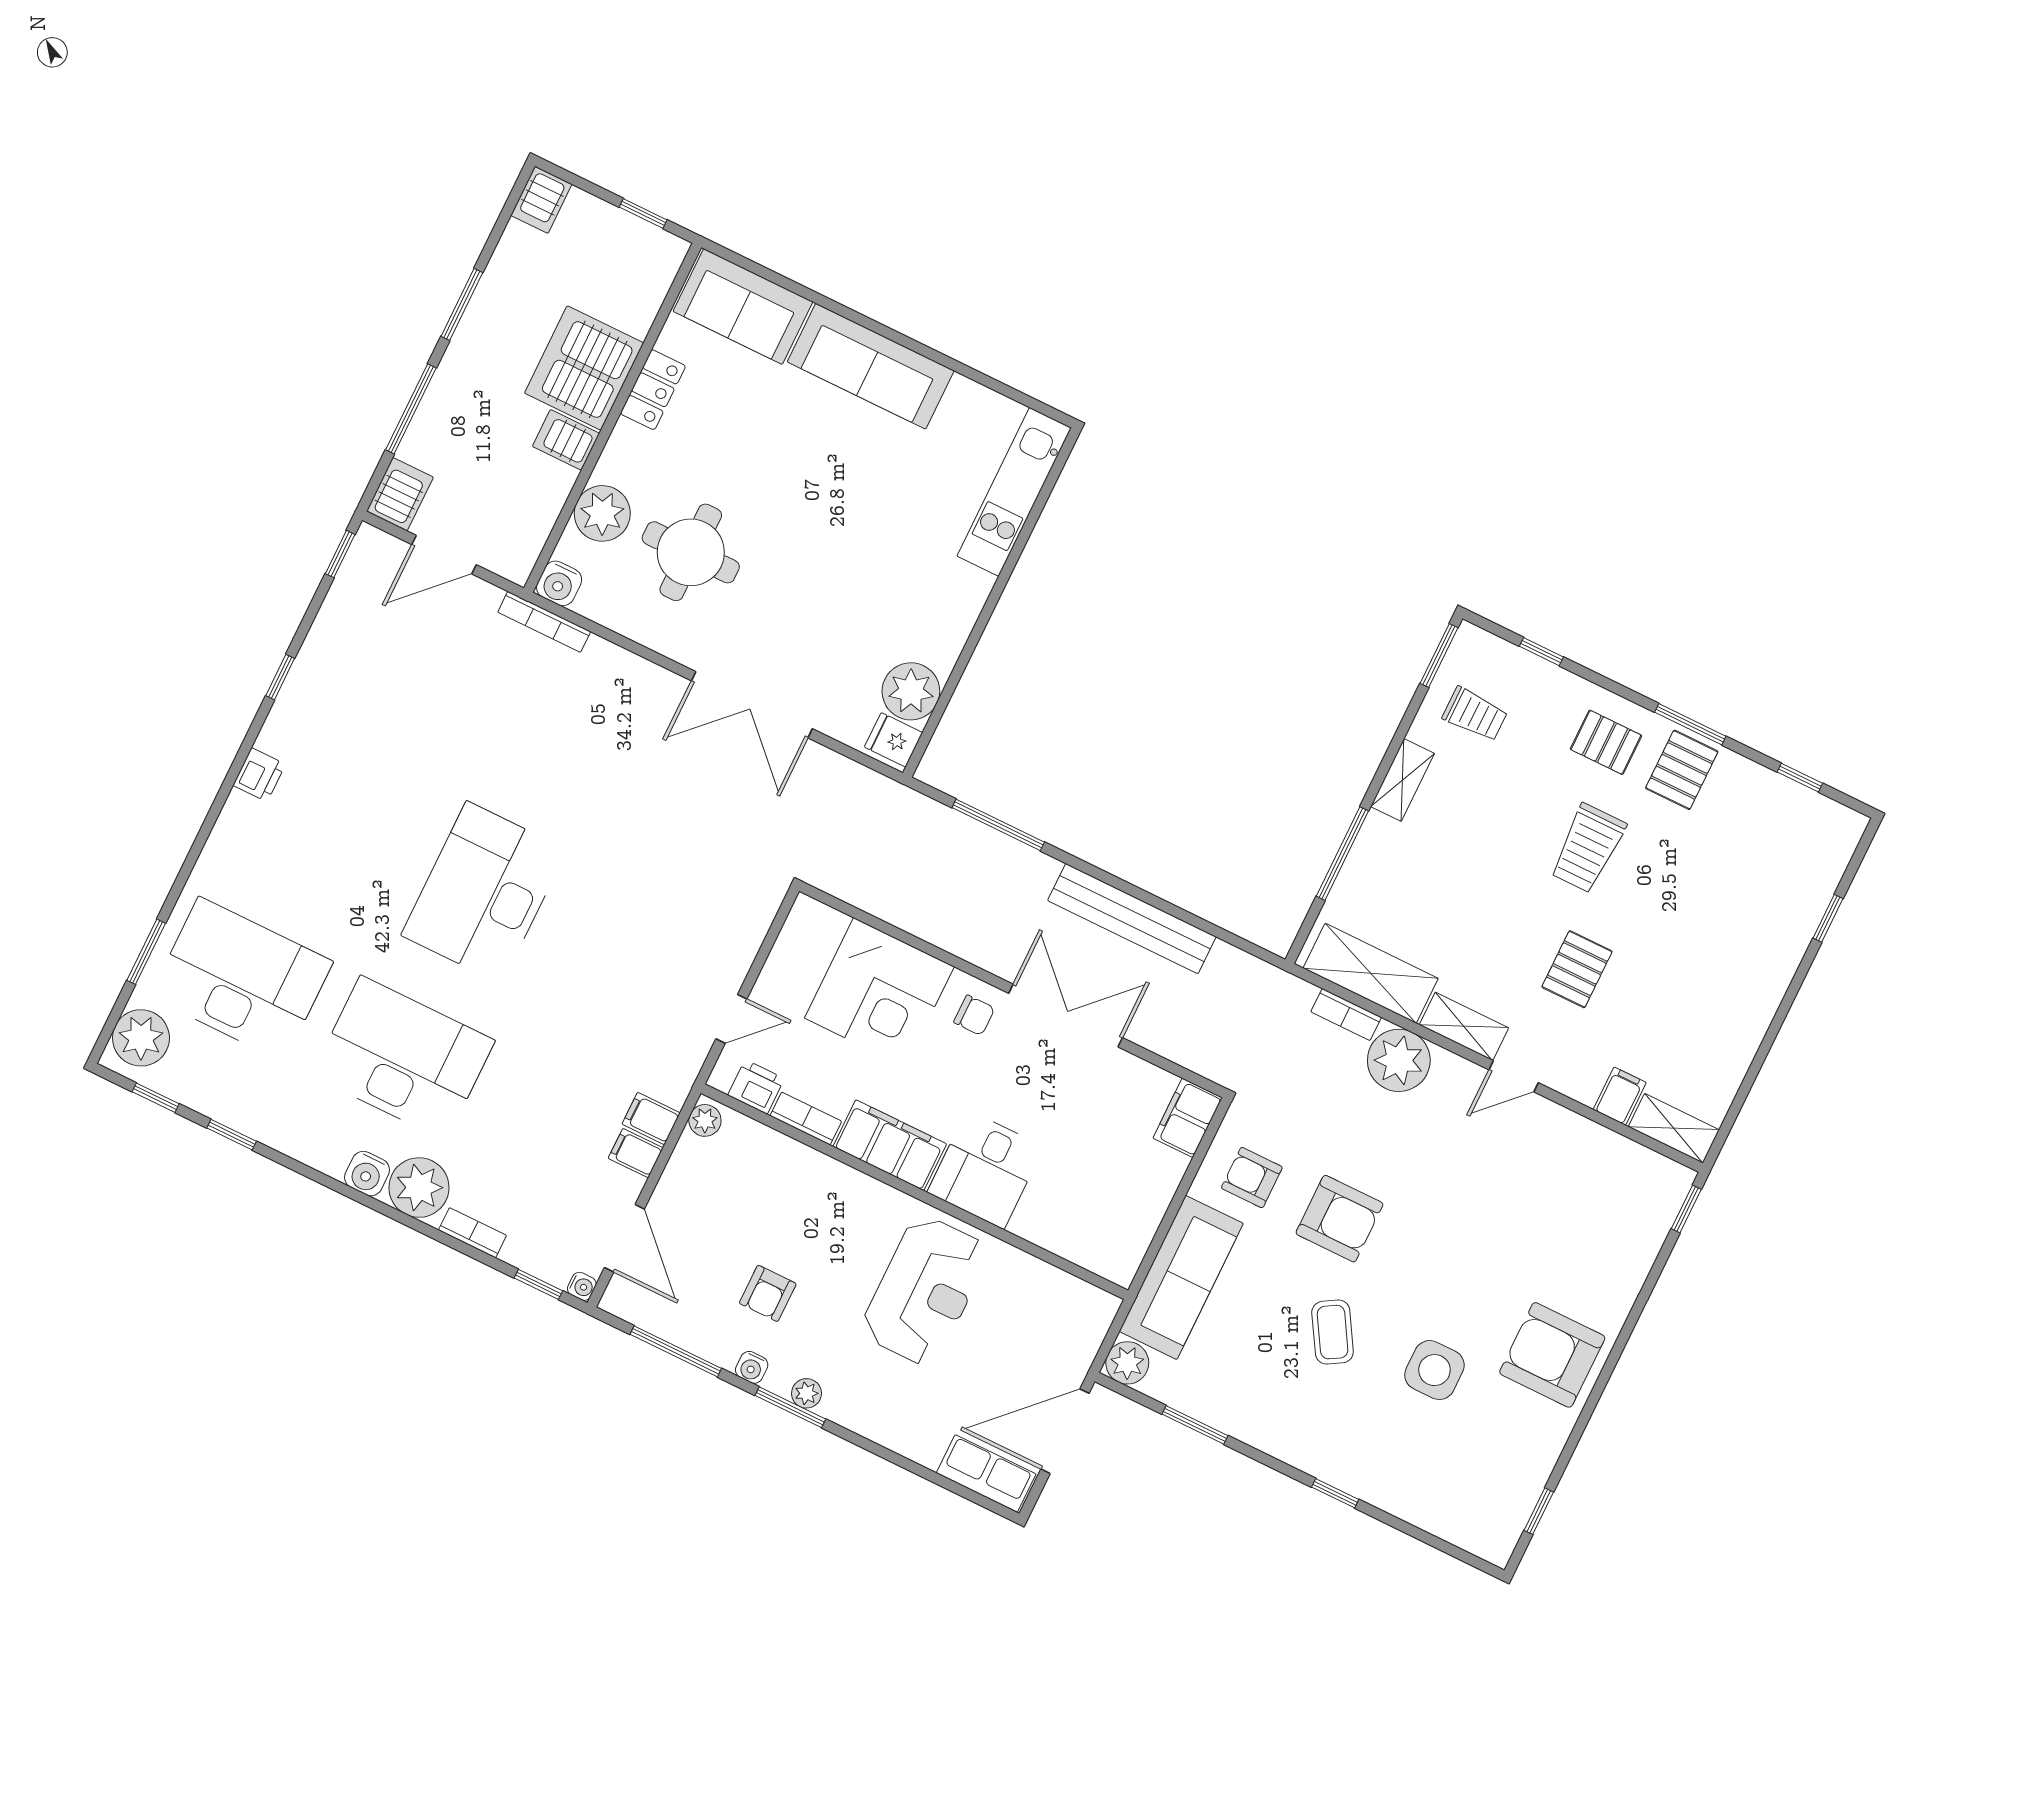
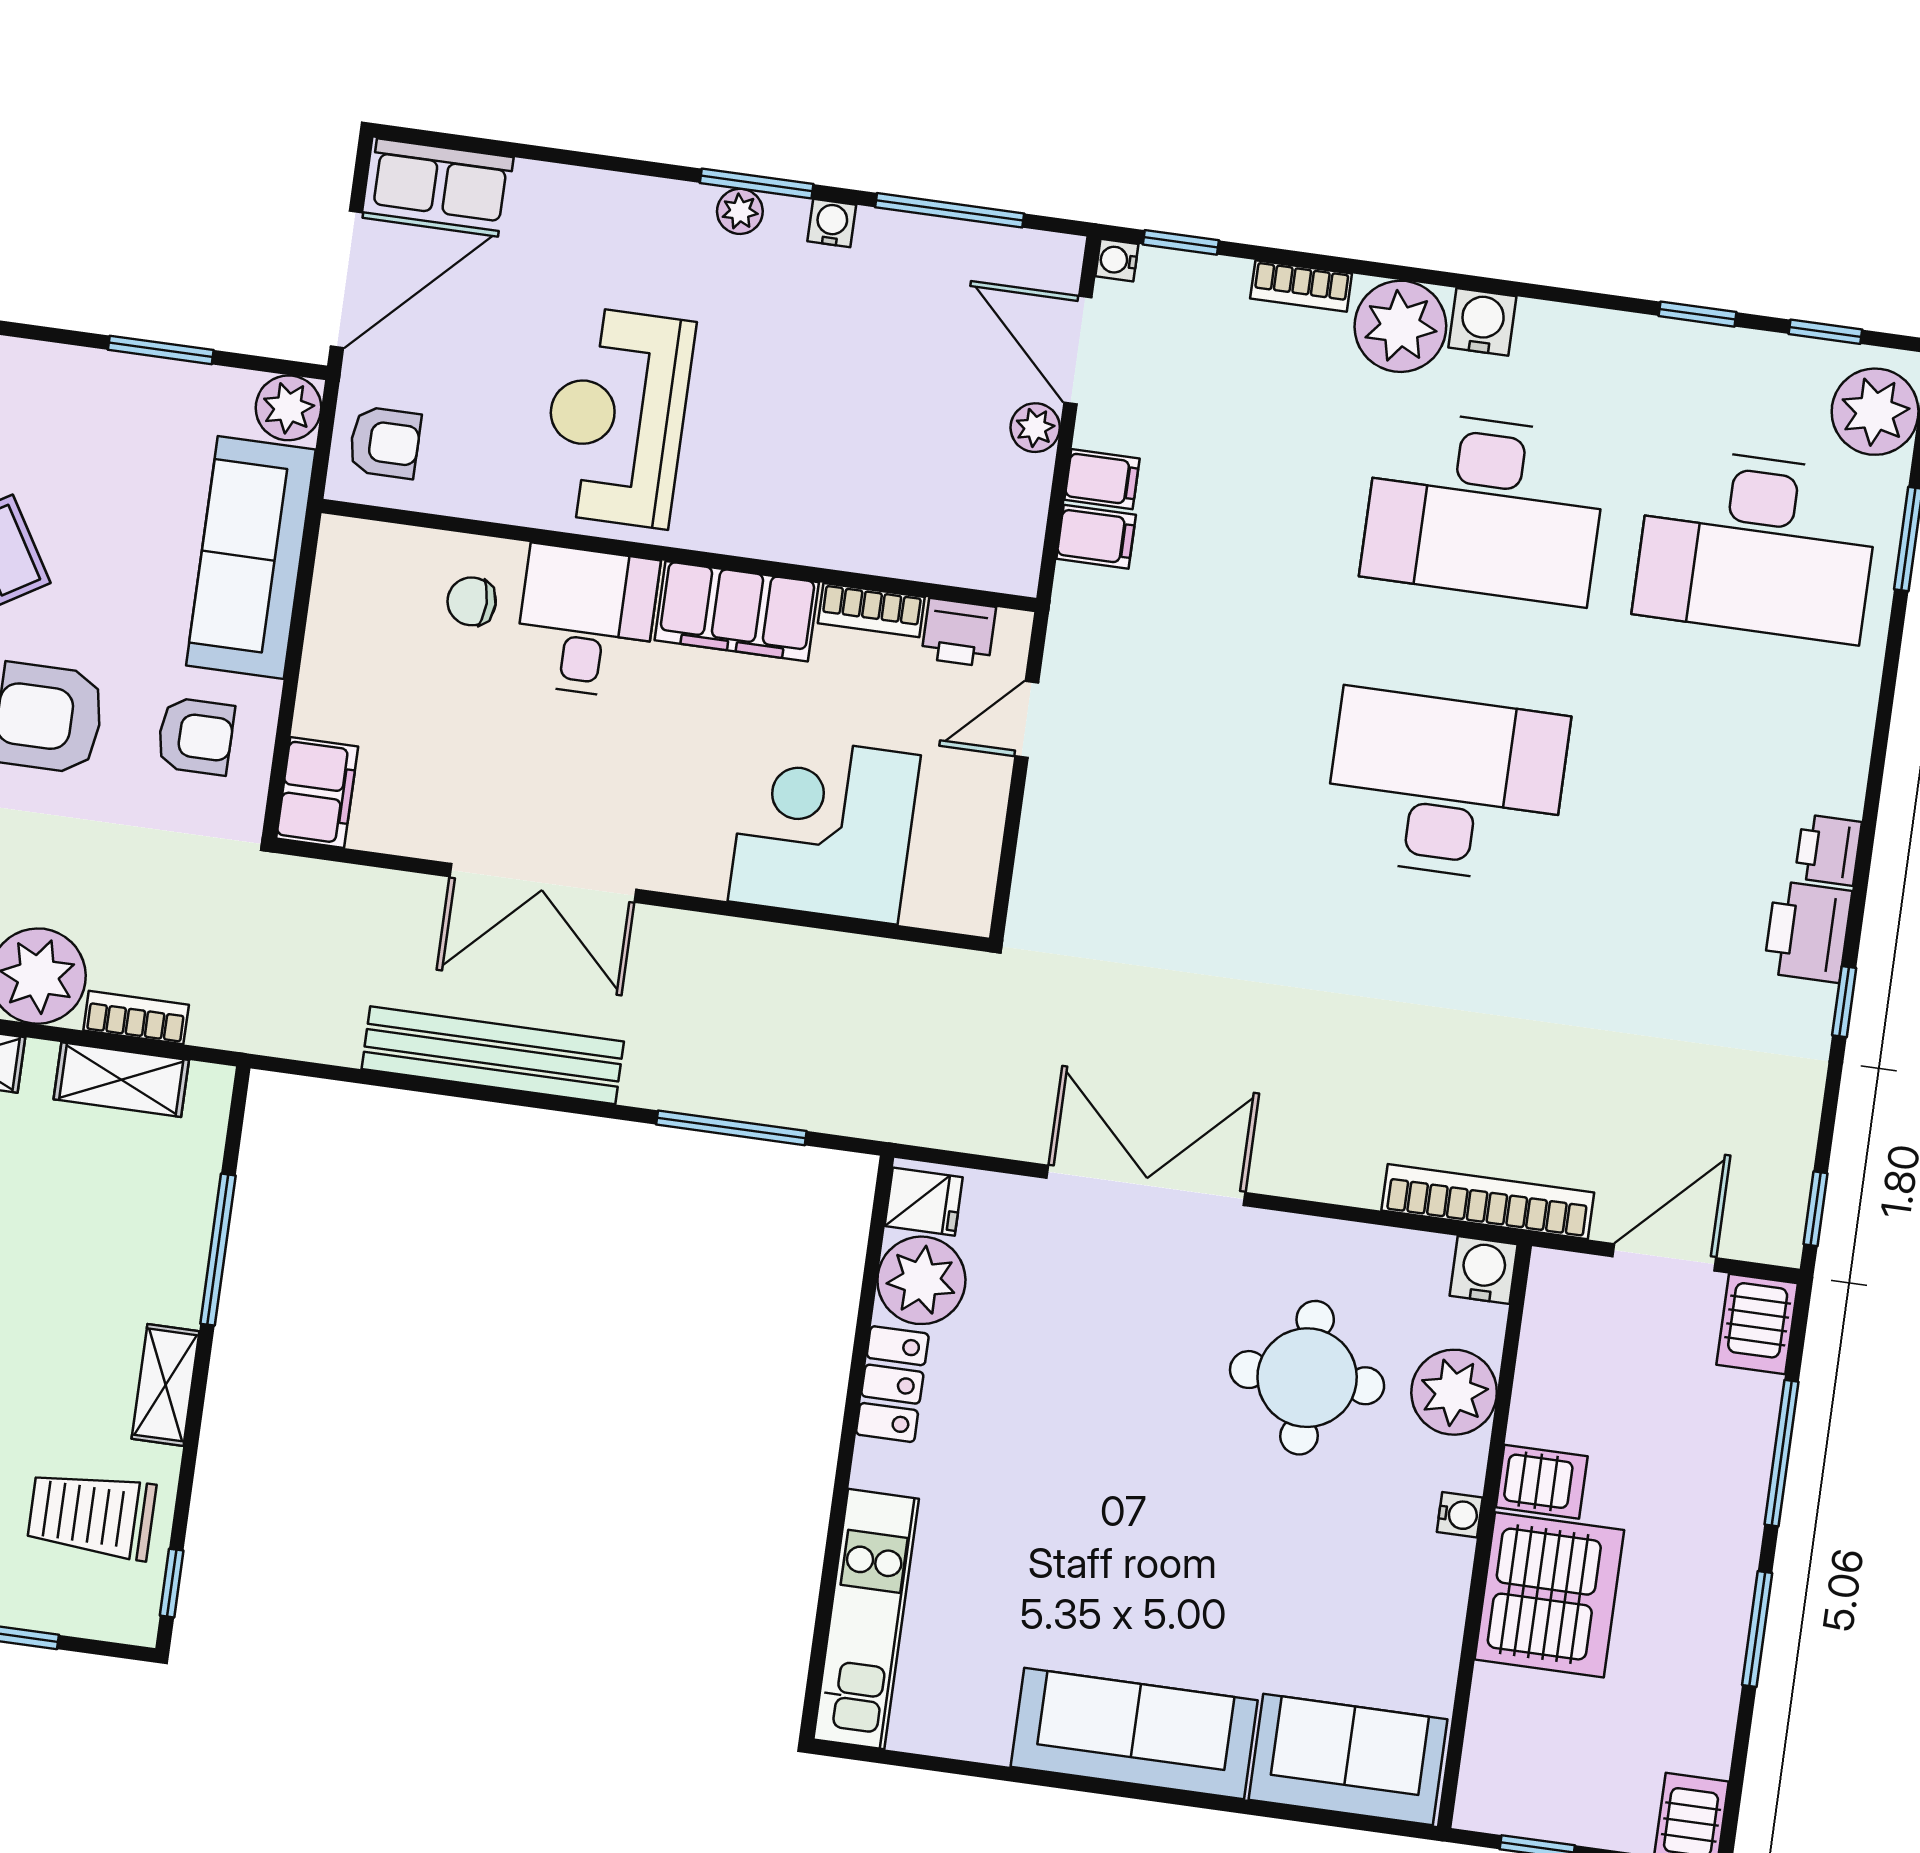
locker: (653, 390) -> (892, 1384), moved, turned 180
water cooler: (624, 436) -> (1460, 1515), added
bookcase: (544, 622) -> (1488, 1202), width x1.48, depth x1.31
window: (1439, 655) -> (172, 1583), width x0.67
trolley: (1475, 714) -> (92, 1515), width x1.36, depth x1.39
printer: (289, 728) -> (1808, 932), added
desk: (484, 892) -> (1446, 786), turned -90
shelving: (1371, 973) -> (121, 1080), width x0.67, depth x0.75
chair: (974, 1015) -> (472, 601), moved
plant: (705, 1120) -> (1035, 428), moved
armchair: (768, 1293) -> (385, 442), moved, turned 90

